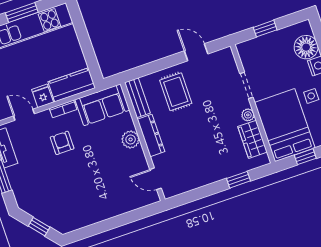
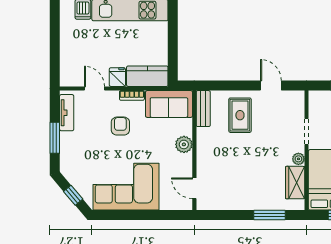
dresser: (151, 135) -> (204, 147), removed
window: (238, 180) -> (270, 215), width x1.50
corner sofa: (88, 200) -> (126, 187), added

